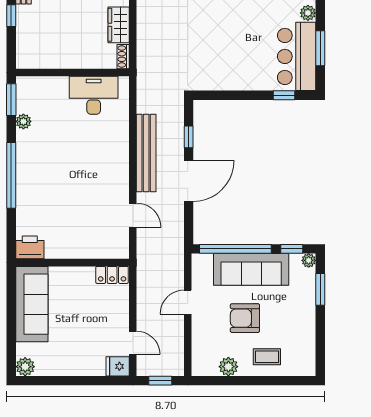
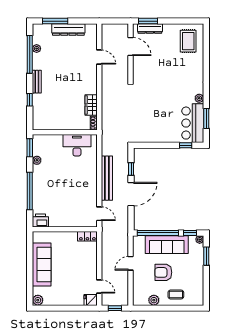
printer: (30, 247) -> (40, 221), moved
wall: (72, 263) -> (65, 229), moved
locker: (112, 275) -> (87, 236), moved

